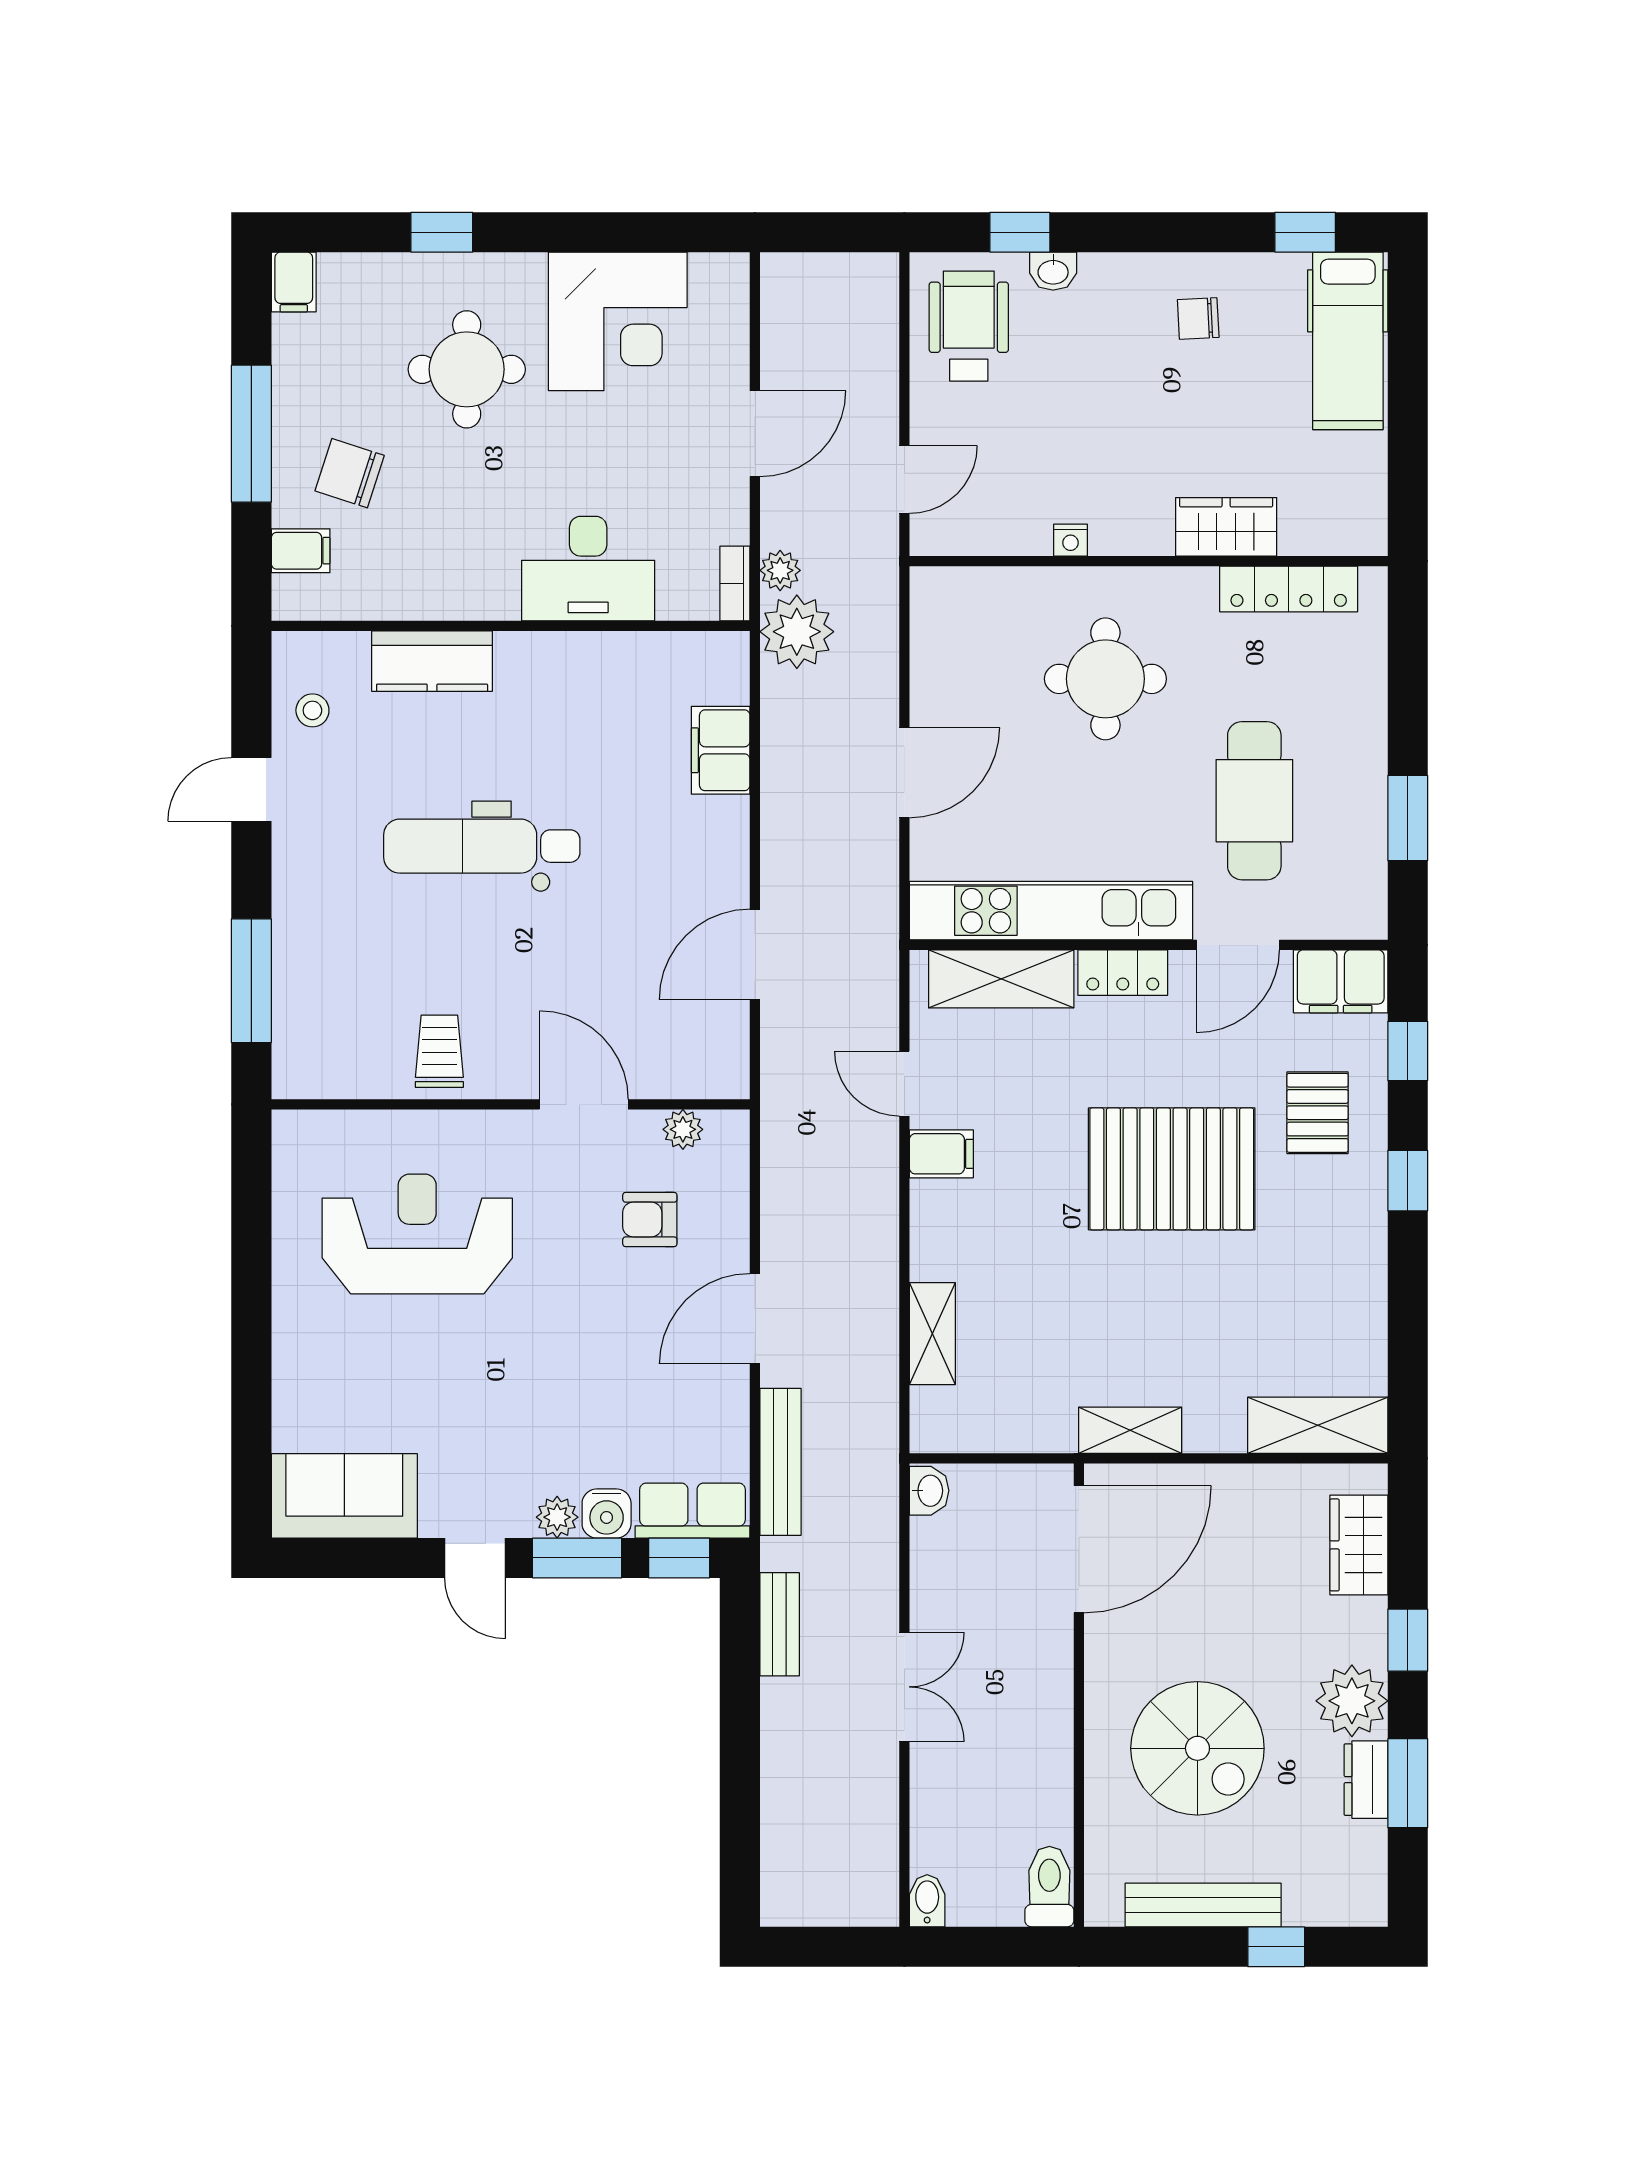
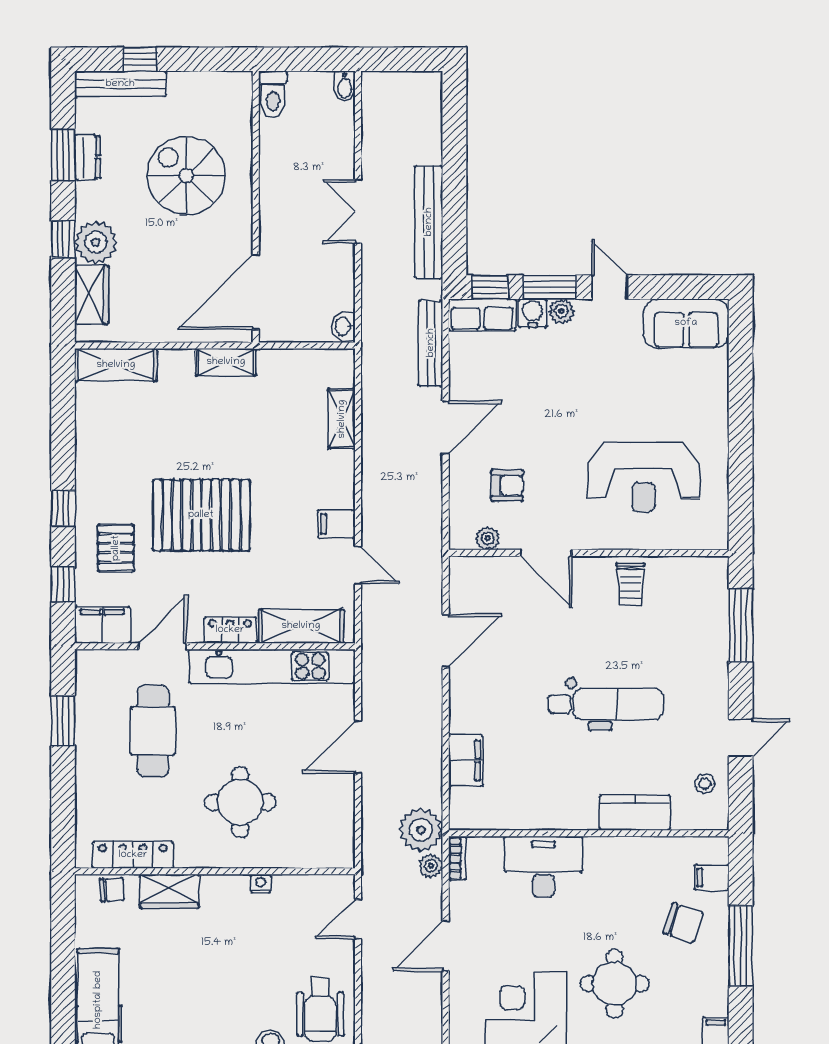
chair: (1198, 319) -> (112, 890), moved
bench: (780, 1624) -> (429, 222), width x1.86, depth x1.21
plant: (1352, 1701) -> (96, 242), moved
bench: (1203, 1905) -> (120, 84), moved

